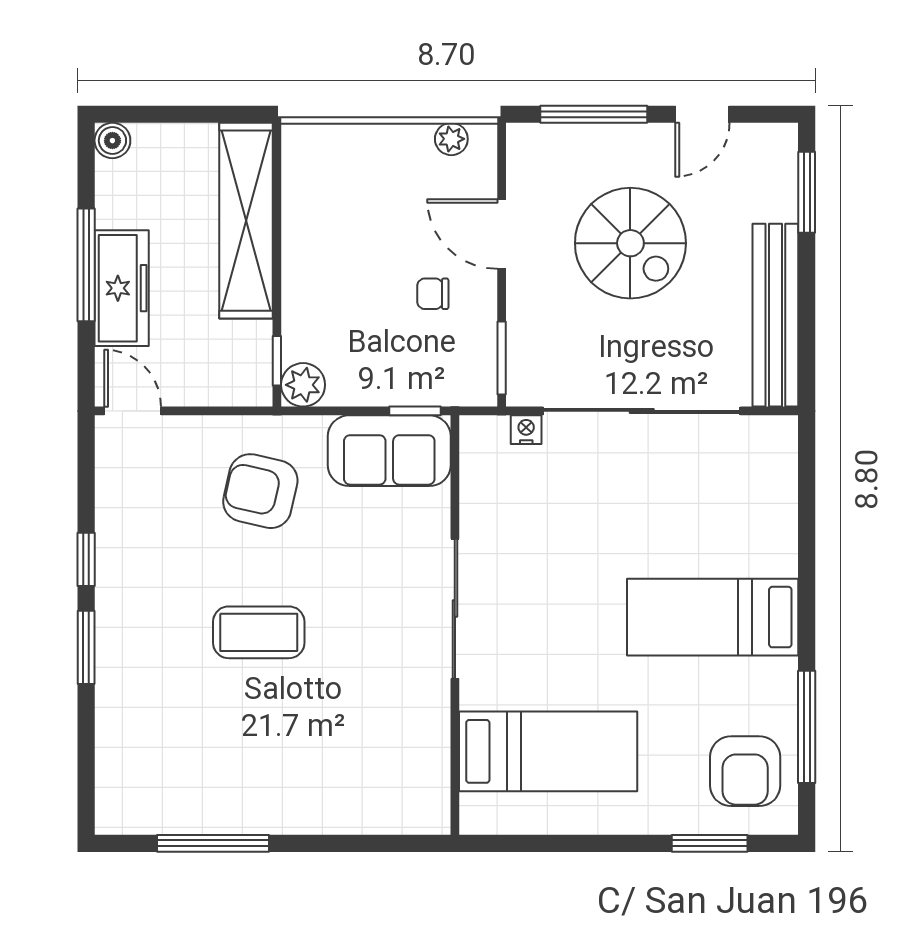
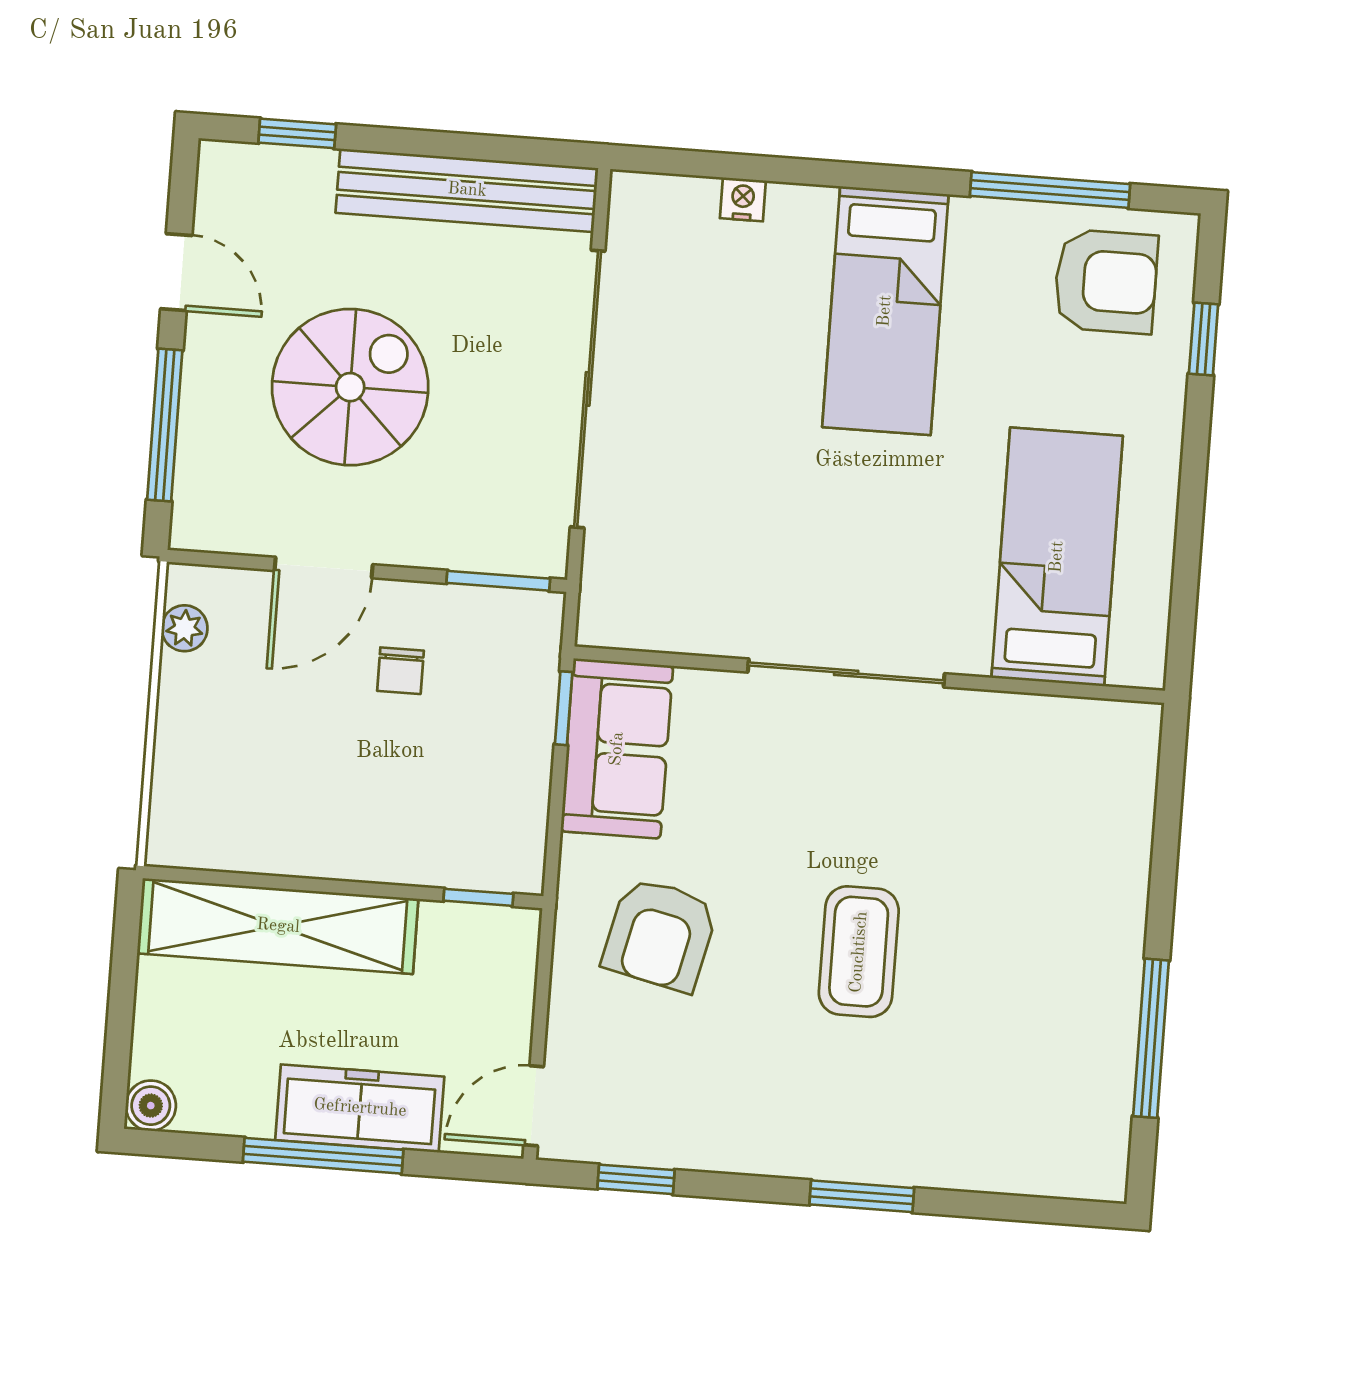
window: (807, 192) -> (297, 133), width x0.67
plant: (303, 385) -> (515, 863), removed
nightstand: (526, 430) -> (743, 199), moved, turned 90
window: (86, 559) -> (636, 1179), moved
window: (710, 843) -> (1204, 339), width x0.67

